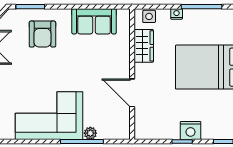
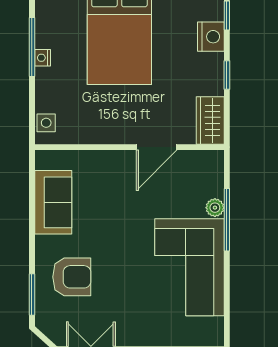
nightstand: (177, 14) -> (43, 58), moved
wardrobe: (144, 46) -> (210, 120), moved, turned -90
nightstand: (191, 130) -> (211, 37), moved

